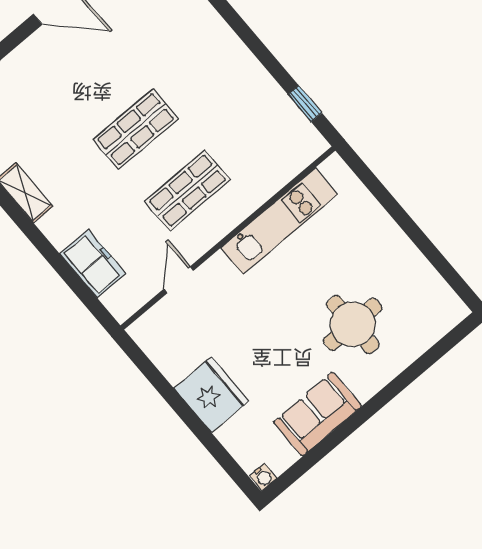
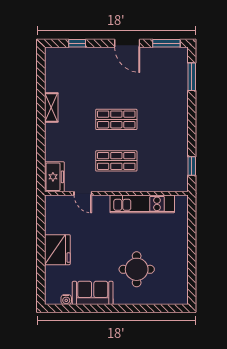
freezer: (93, 264) -> (54, 177), moved
door: (179, 280) -> (83, 193), swing flipped
water cooler: (263, 477) -> (66, 300), moved

